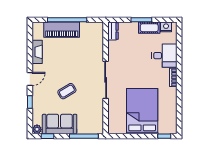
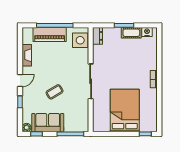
side table: (94, 36) -> (80, 40), added
desk: (164, 56) -> (145, 59), removed

